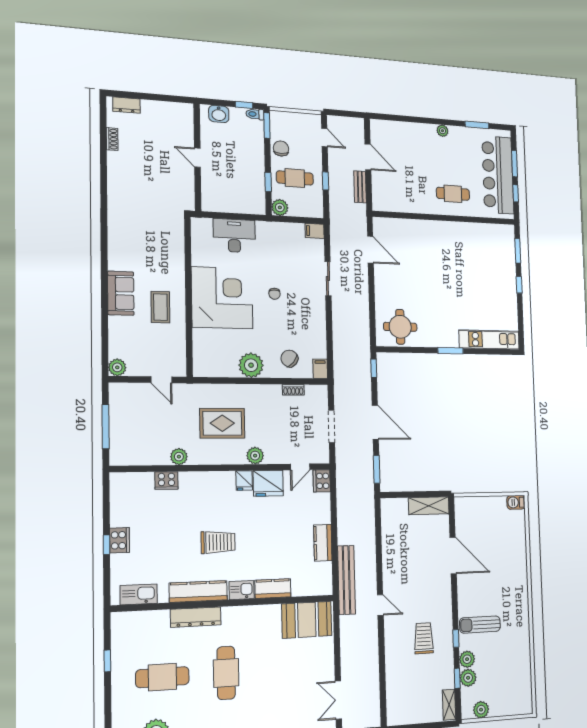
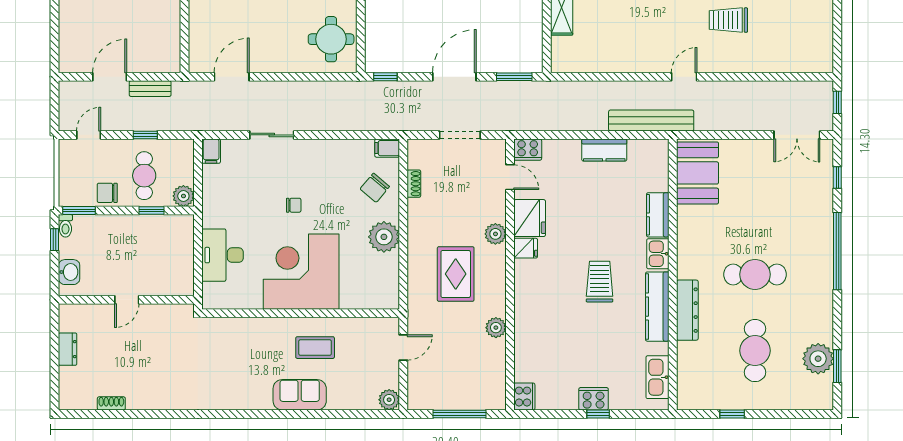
dresser: (126, 105) -> (68, 349), moved
cooker: (166, 480) -> (524, 397), moved

